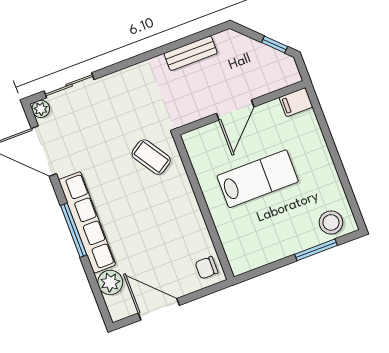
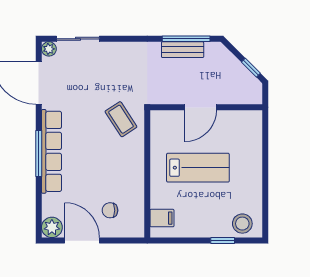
window: (190, 40) -> (186, 39), added
filing cabinet: (296, 102) -> (162, 218), moved, turned 180
window: (316, 250) -> (223, 241), width x0.67
chair: (207, 268) -> (110, 210), moved
plant: (110, 282) -> (52, 227), moved

